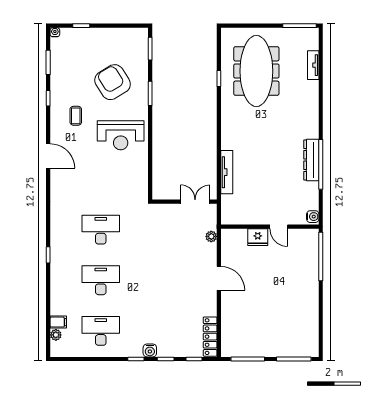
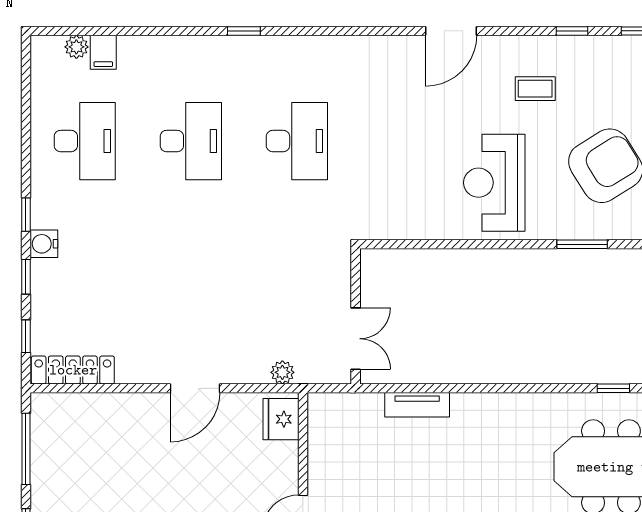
tv unit: (227, 172) -> (417, 405), width x0.71
fridge: (258, 237) -> (281, 419), moved

